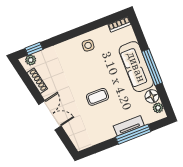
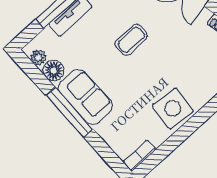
side table: (88, 45) -> (173, 108), width x1.87, depth x1.87
sofa: (136, 67) -> (85, 97), width x0.73

